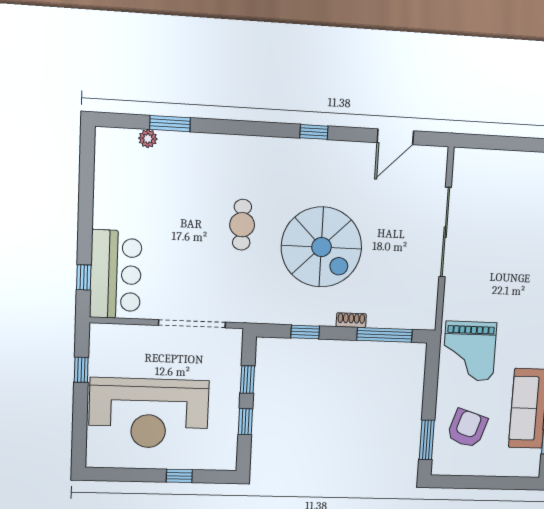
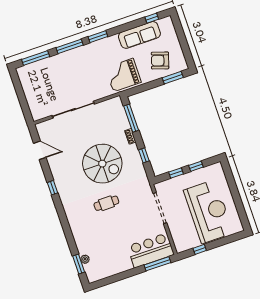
window: (170, 124) -> (79, 264), moved
spiral stairs: (321, 247) -> (102, 164), turned 90
window: (84, 277) -> (157, 264), width x2.17
grand piano: (469, 351) -> (123, 75), turned 180
window: (179, 476) -> (233, 187), removed

